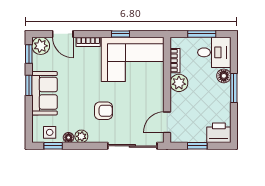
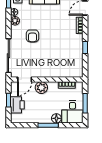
corner sofa: (133, 59) -> (68, 56), removed
plant: (179, 83) -> (41, 88), moved
door: (167, 122) -> (25, 79), swing flipped
printer: (219, 133) -> (17, 105), moved

